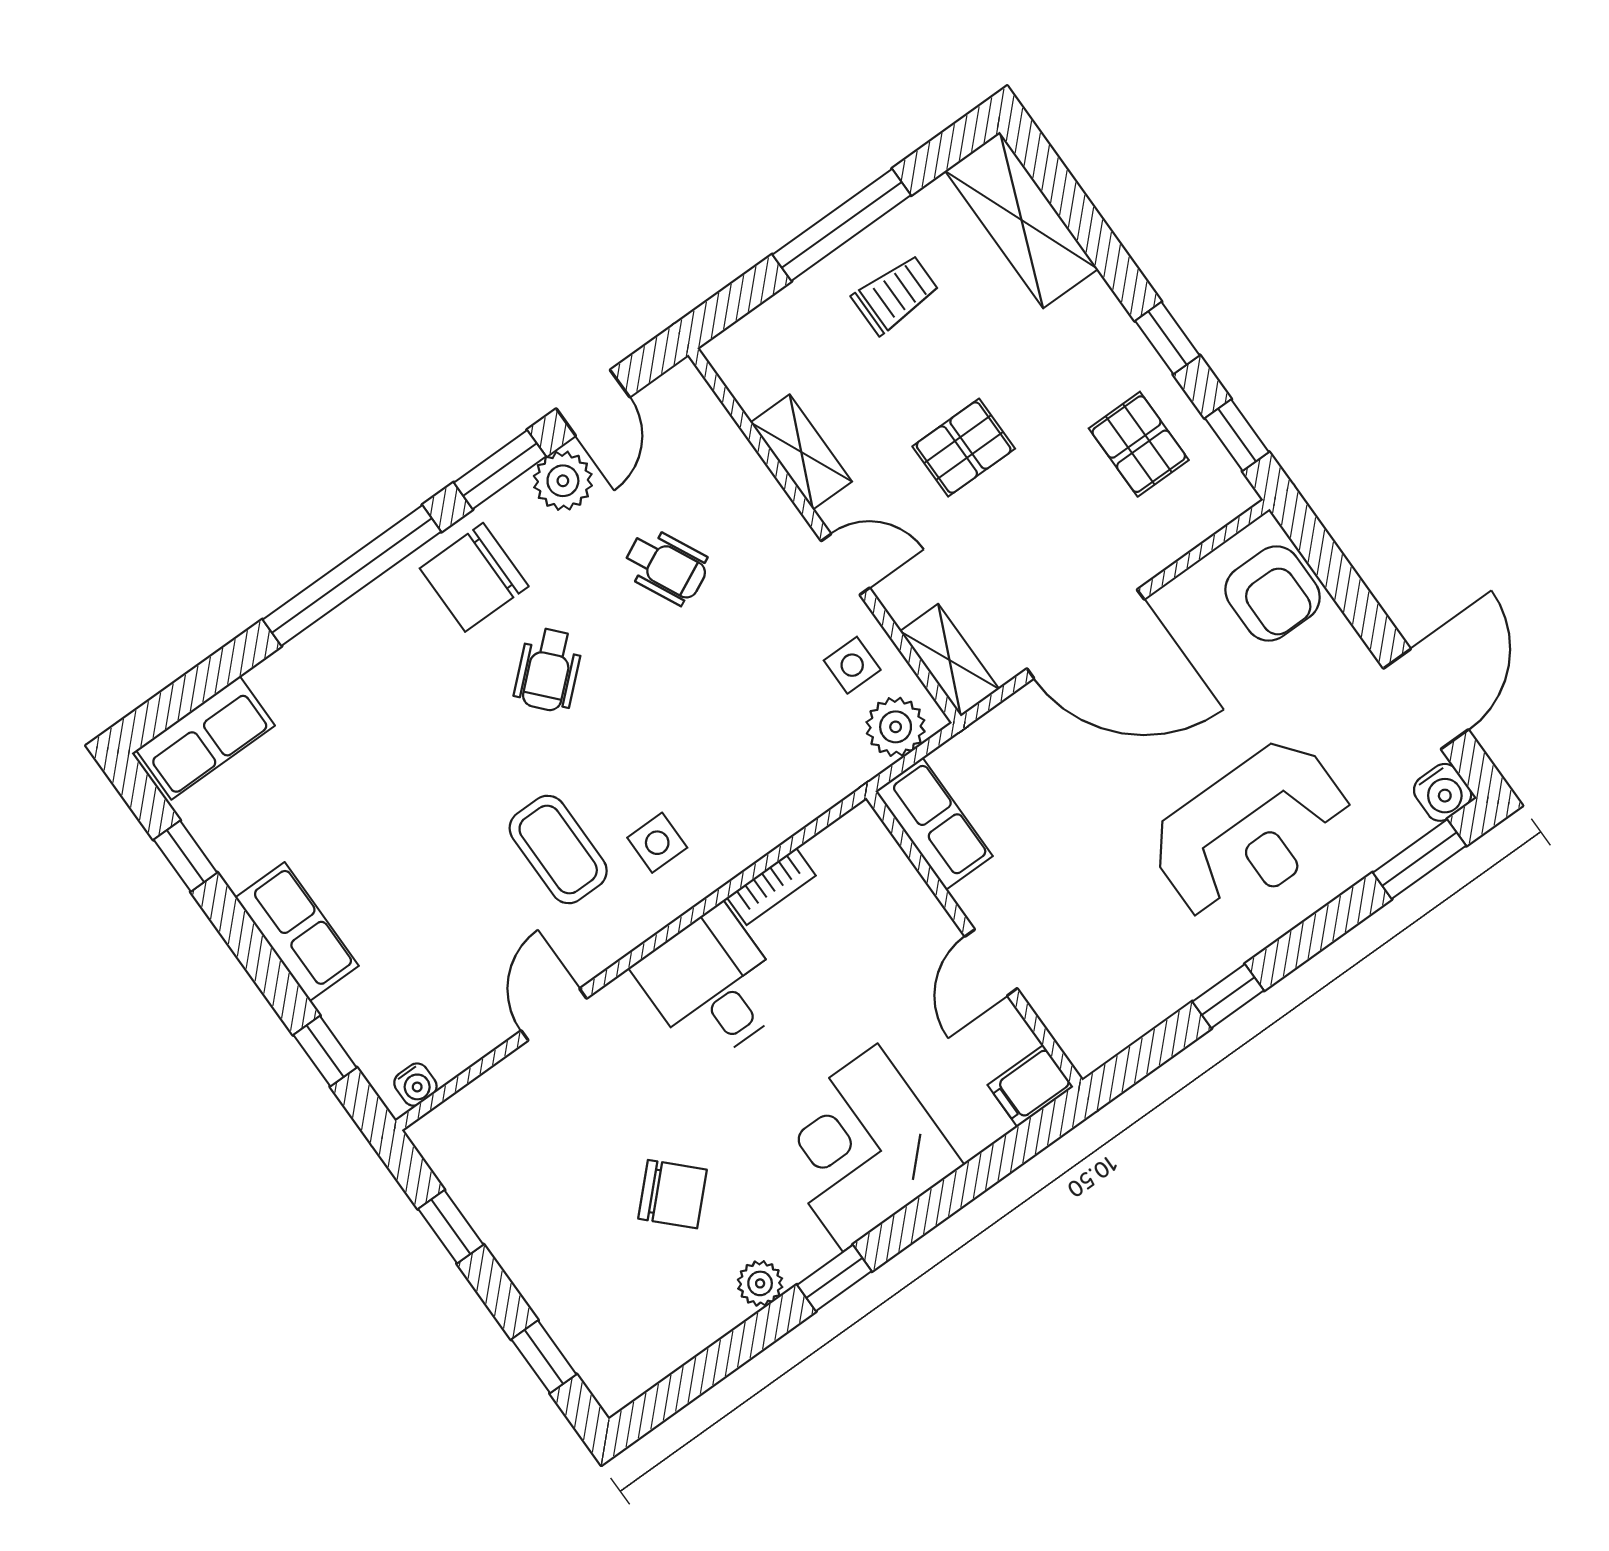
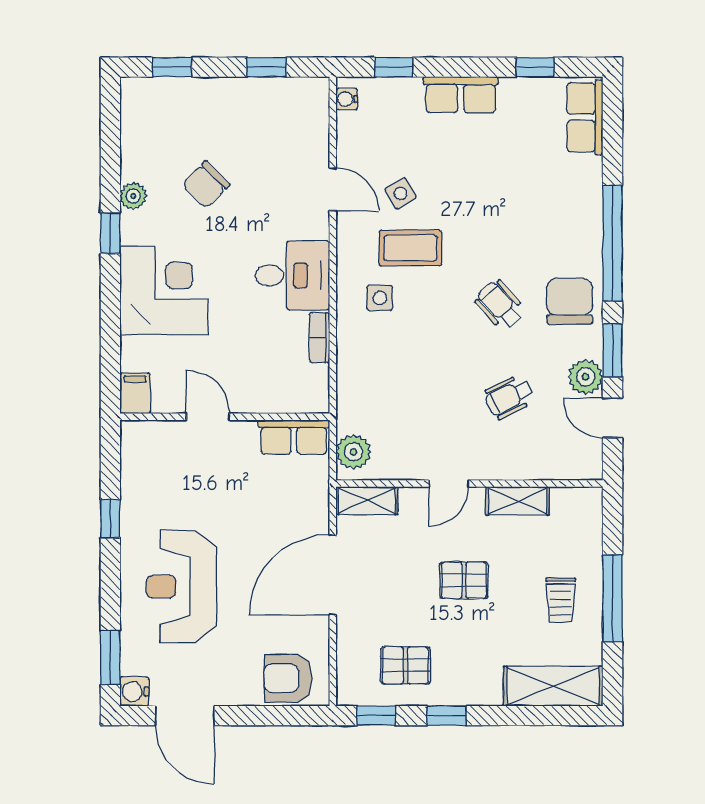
pallet: (964, 448) -> (464, 580), turned 90
side table: (852, 665) -> (401, 193), moved, turned -30

